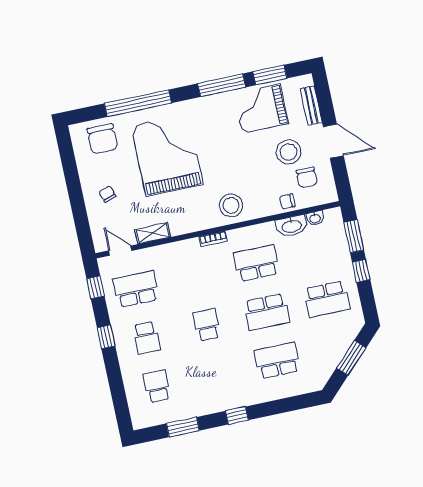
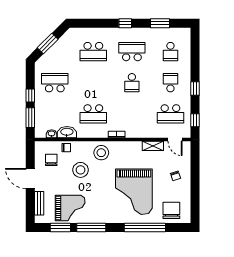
stool: (288, 152) -> (81, 170), moved
school desk: (267, 312) -> (132, 52), moved

